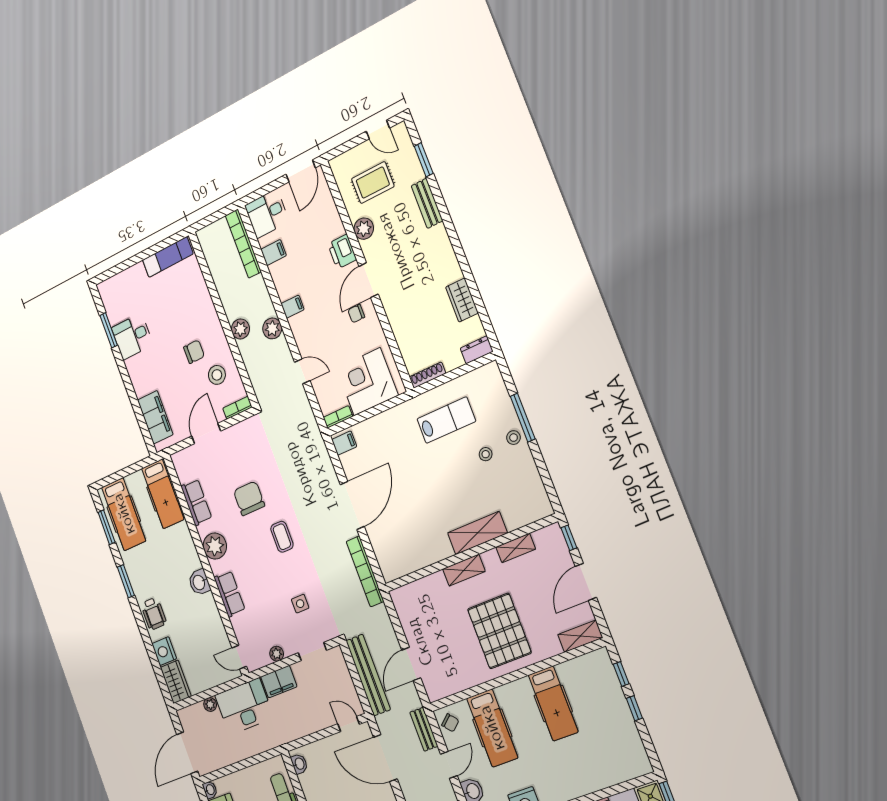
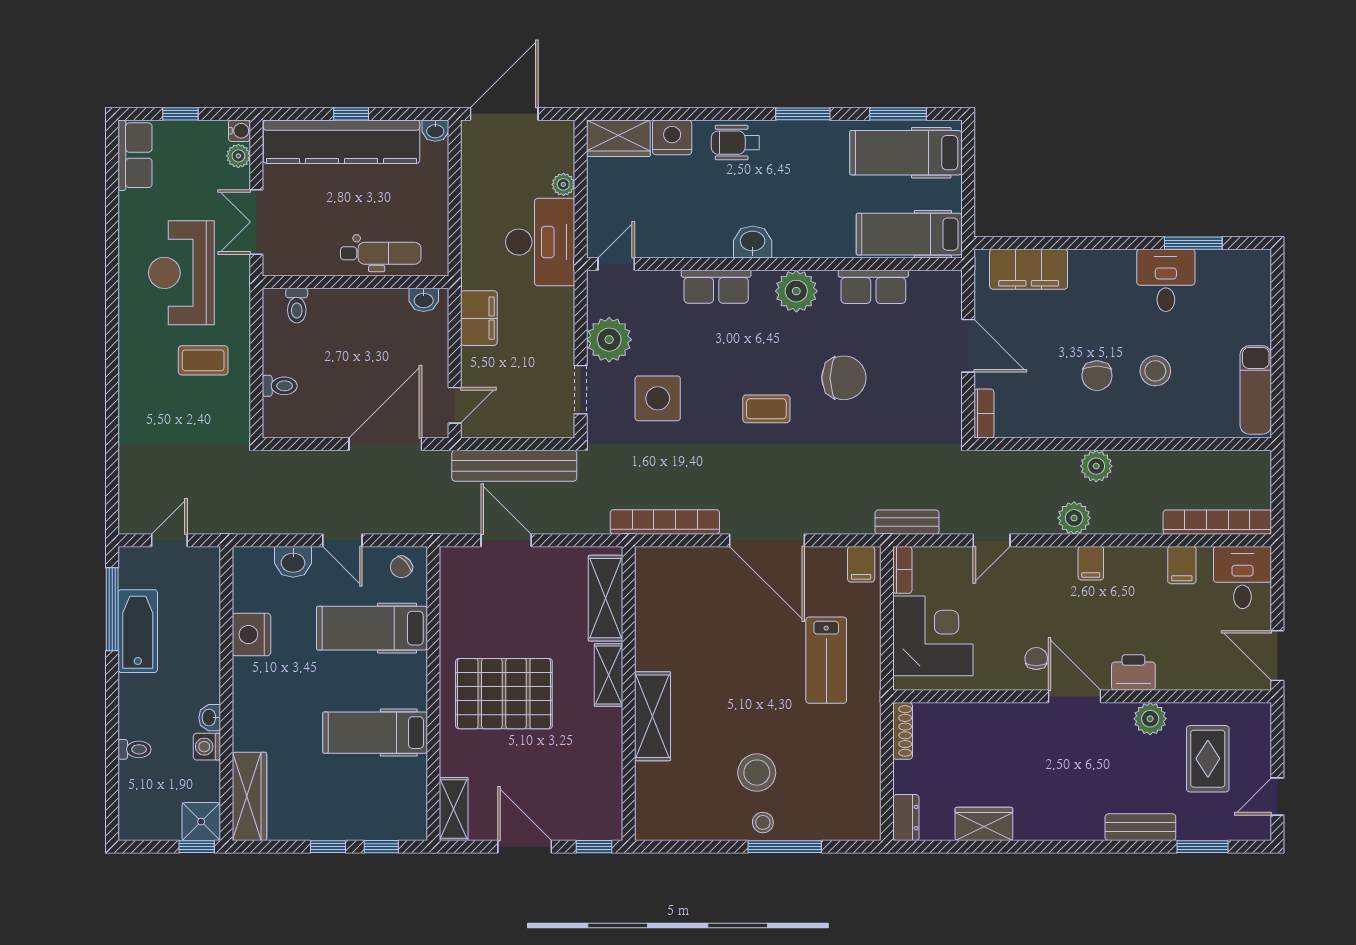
stool: (217, 375) -> (1155, 371), moved
lab bench: (446, 420) -> (826, 660), moved
stool: (486, 454) -> (757, 773), width x1.89, depth x1.89
shelving: (516, 548) -> (606, 598), moved, width x1.50, depth x1.33
side table: (300, 604) -> (658, 398), width x1.87, depth x1.87
plant: (277, 654) -> (609, 340), width x1.88, depth x1.88
filing cabinet: (279, 682) -> (479, 318), moved, turned 180
bench: (424, 729) -> (907, 522), moved
door: (187, 753) -> (504, 114), hinge flipped
wardrobe: (623, 770) -> (249, 796), added

